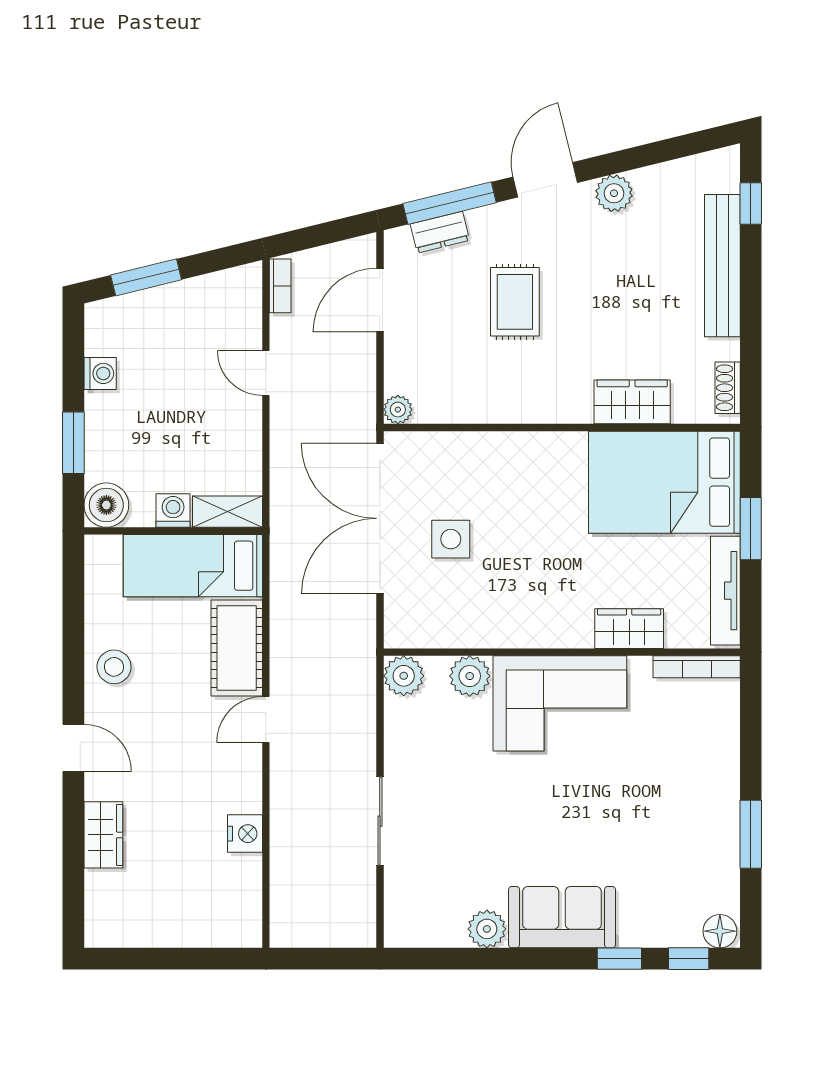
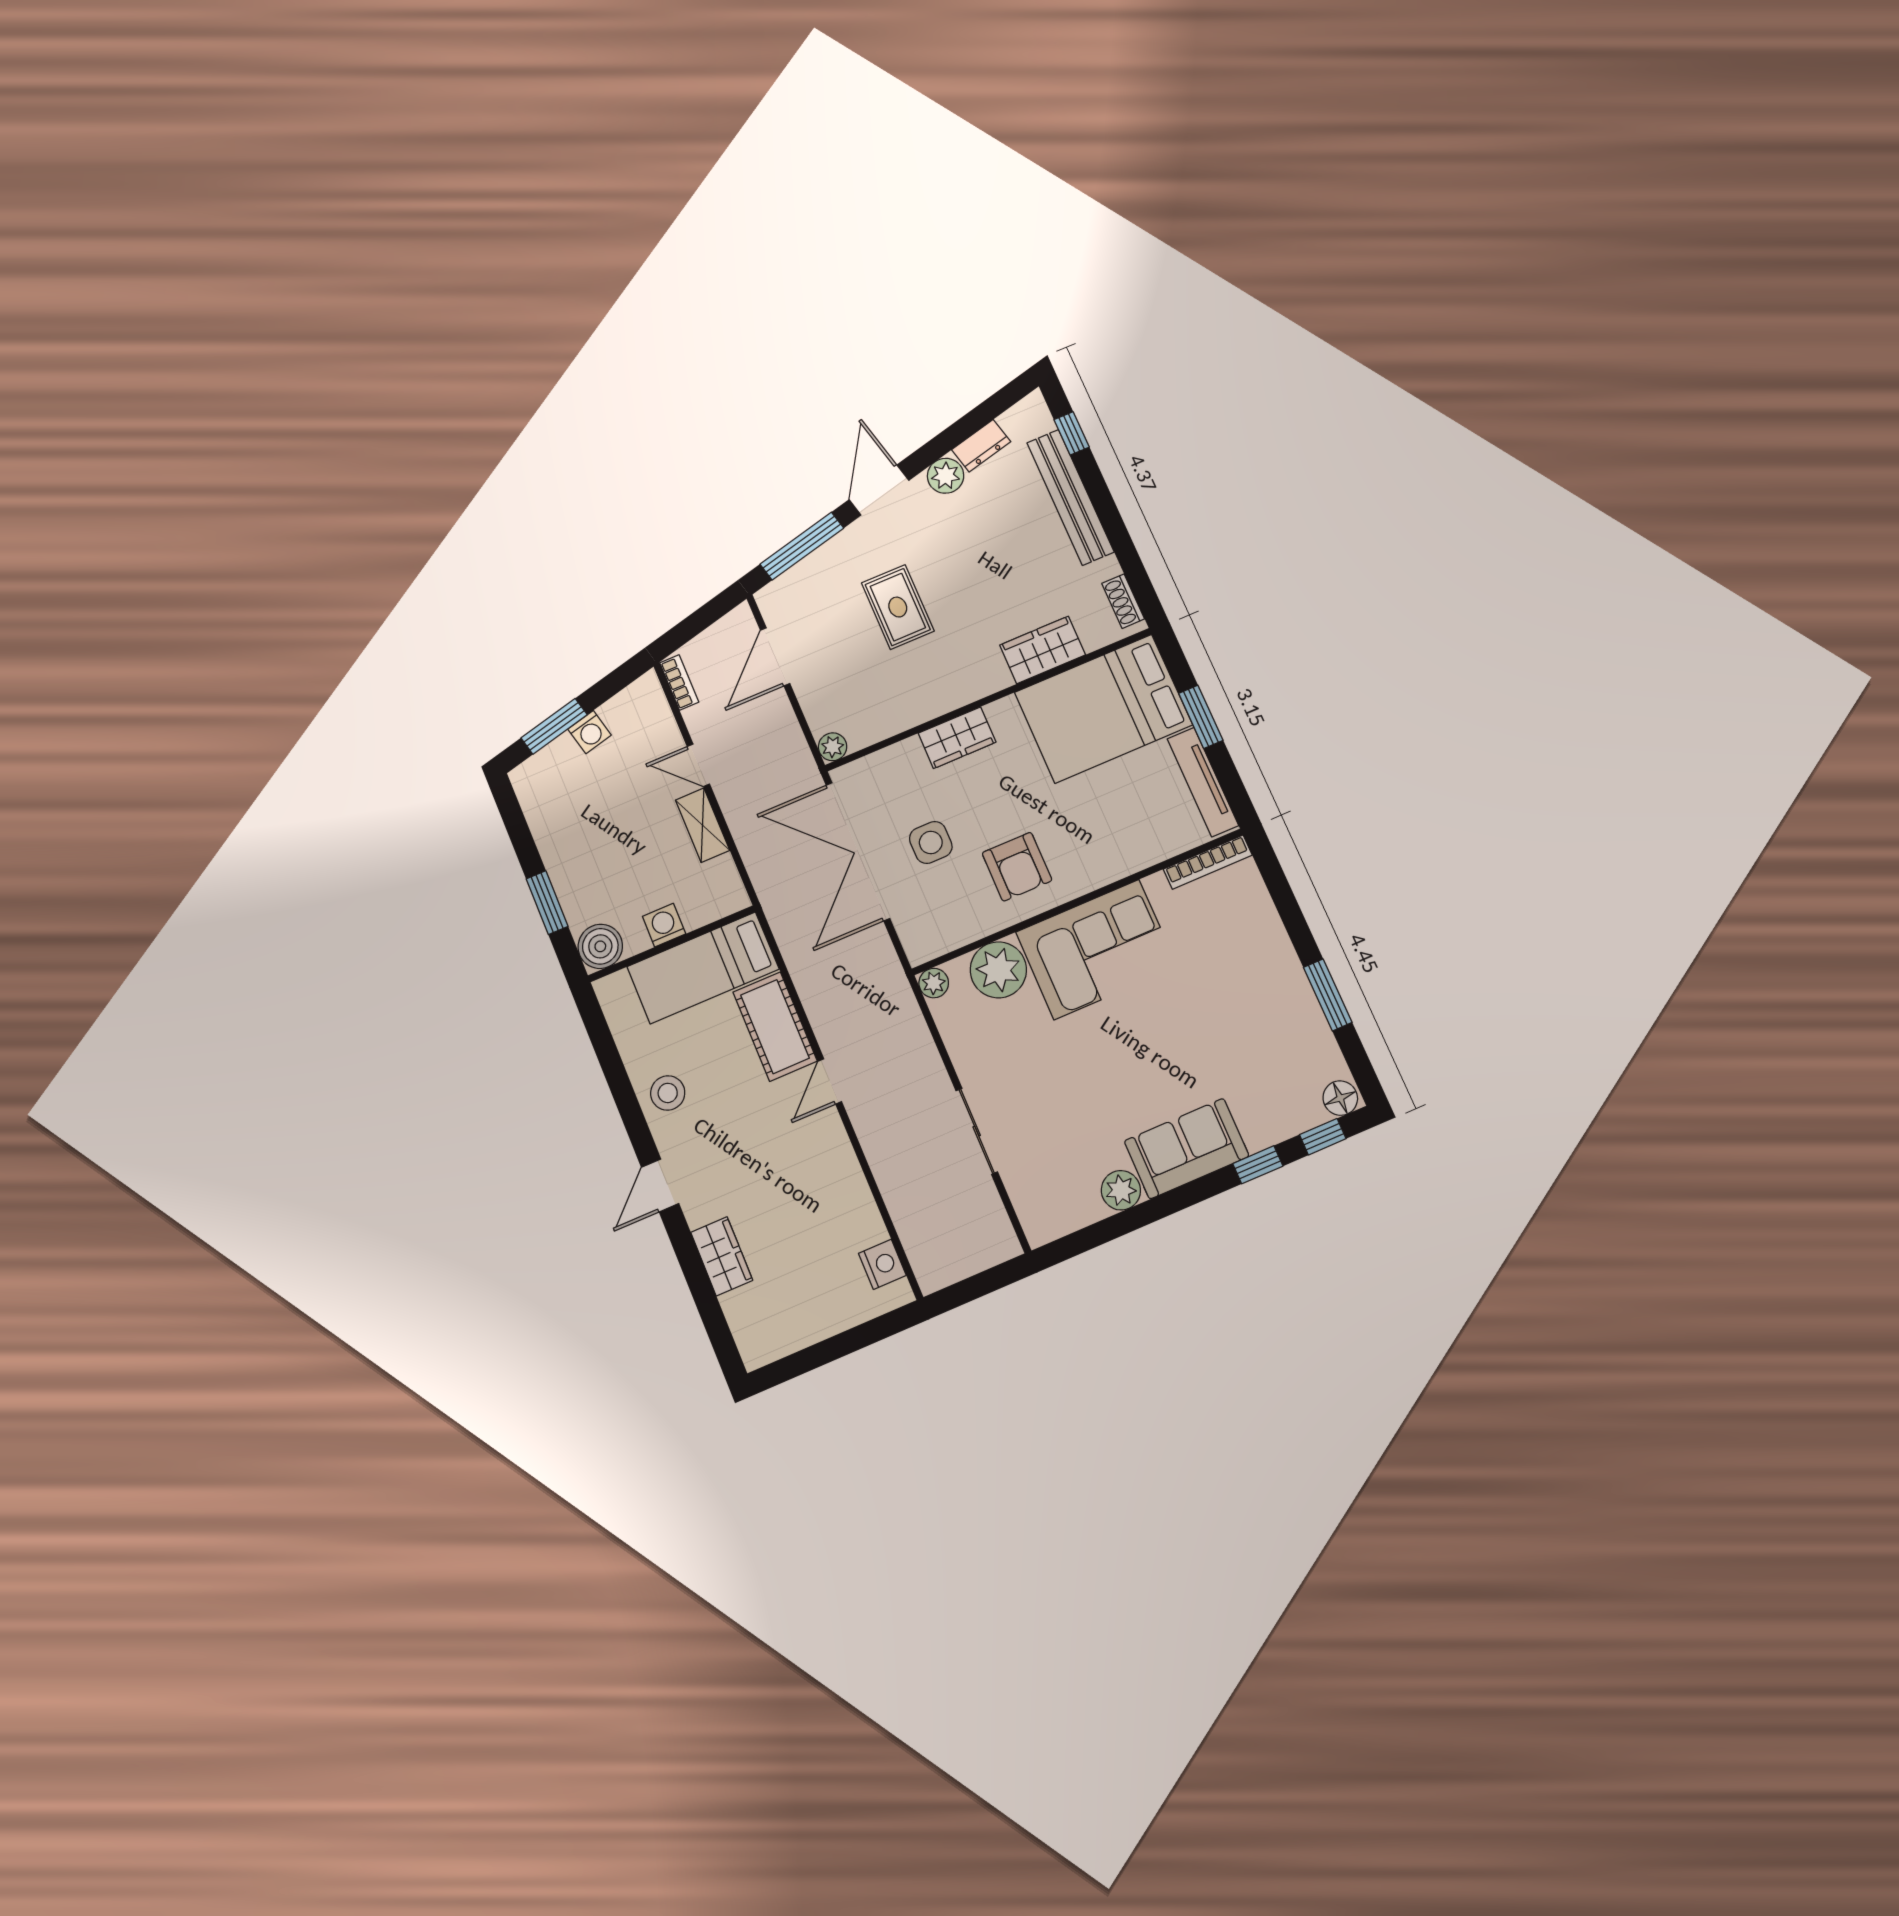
dresser: (440, 232) -> (981, 446), moved
washing machine: (100, 373) -> (590, 732), moved, turned 76
shelving: (228, 512) -> (703, 825), moved, turned 90
armchair: (520, 596) -> (1017, 867), added
wardrobe: (629, 629) -> (957, 738), moved, turned 180
plant: (404, 676) -> (934, 983), width x0.73, depth x0.73
plant: (470, 676) -> (998, 970), width x1.36, depth x1.36
door: (73, 748) -> (660, 1185), swing flipped
nightstand: (245, 834) -> (882, 1264), moved

